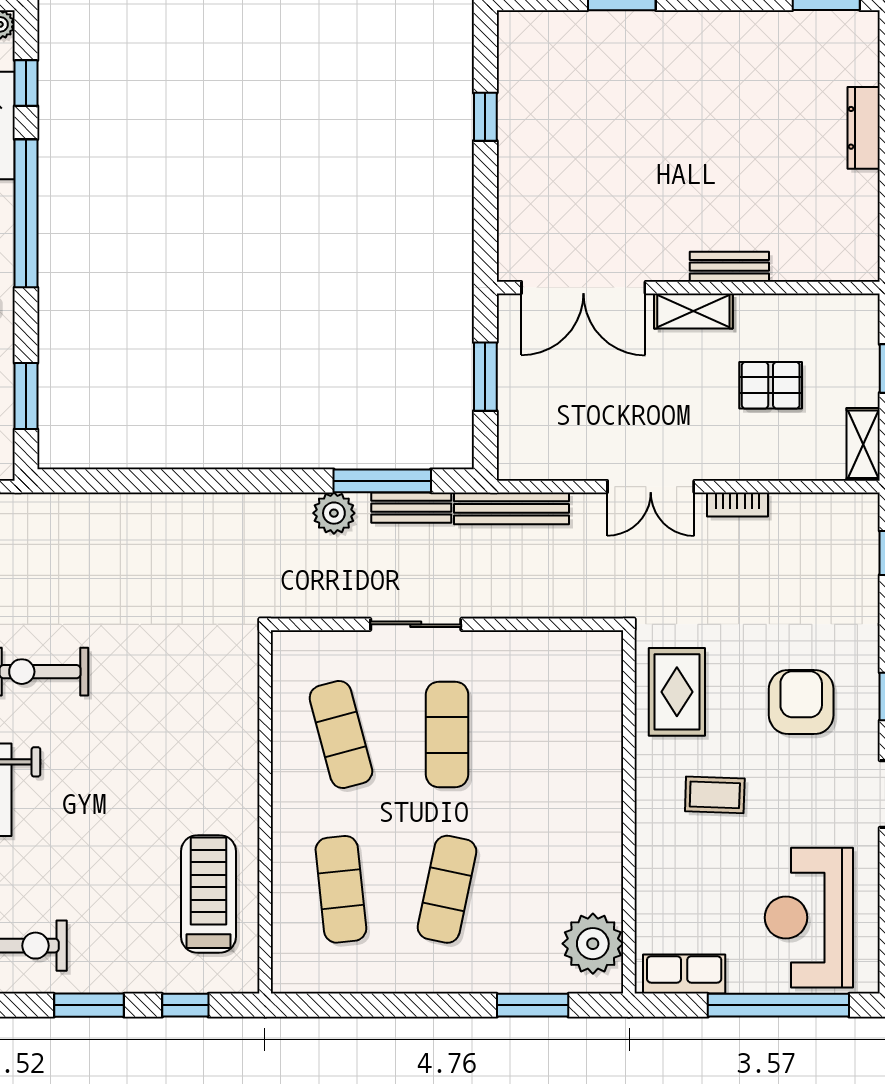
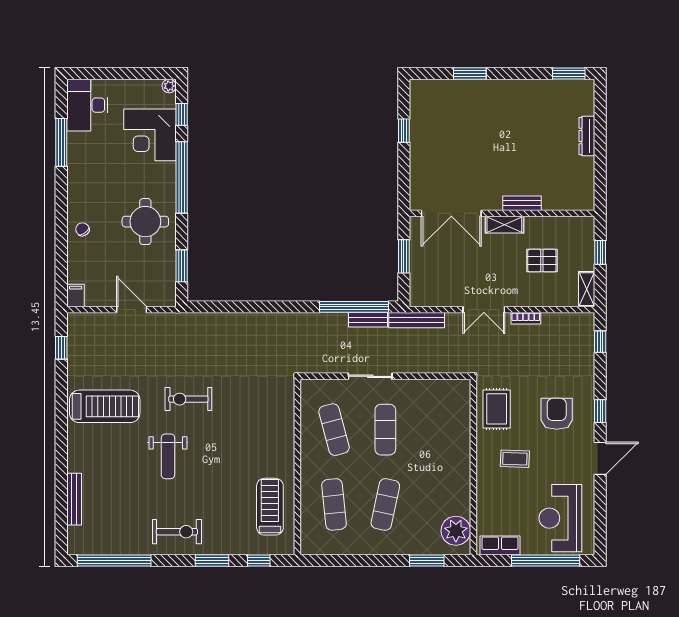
window: (382, 481) -> (354, 307), width x1.46
plant: (334, 513) -> (331, 322), removed

